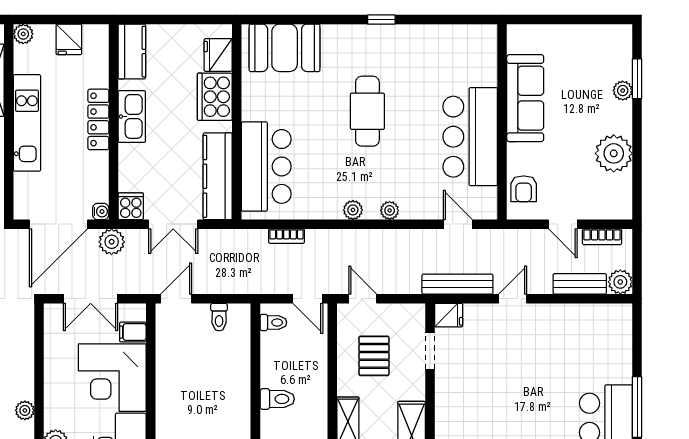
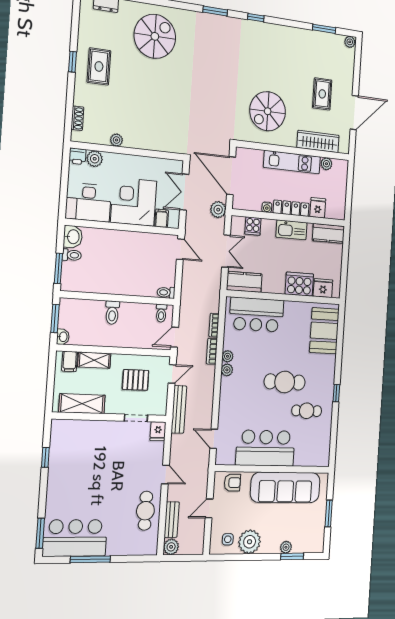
window: (570, 19) -> (329, 513), added
plant: (23, 34) -> (326, 164), moved
fridge: (69, 39) -> (318, 208), moved, turned 90
cafe table: (411, 70) -> (307, 411), added
sofa: (525, 98) -> (285, 487), width x1.36, depth x1.27
kitchen counter: (218, 176) -> (244, 282), width x0.67
armchair: (524, 189) -> (232, 483), turned 180
side table: (610, 190) -> (228, 539), added
cooker: (131, 206) -> (253, 226), moved, turned 90
plant: (390, 210) -> (228, 356), moved
water cooler: (101, 212) -> (267, 207), moved
double door: (173, 224) -> (226, 251), swing flipped
door: (458, 224) -> (214, 439), swing flipped
bookcase: (602, 237) -> (212, 351), moved
bench: (457, 284) -> (179, 409), moved
toilet: (219, 317) -> (166, 292), moved
cafe table: (566, 327) -> (145, 511), added

